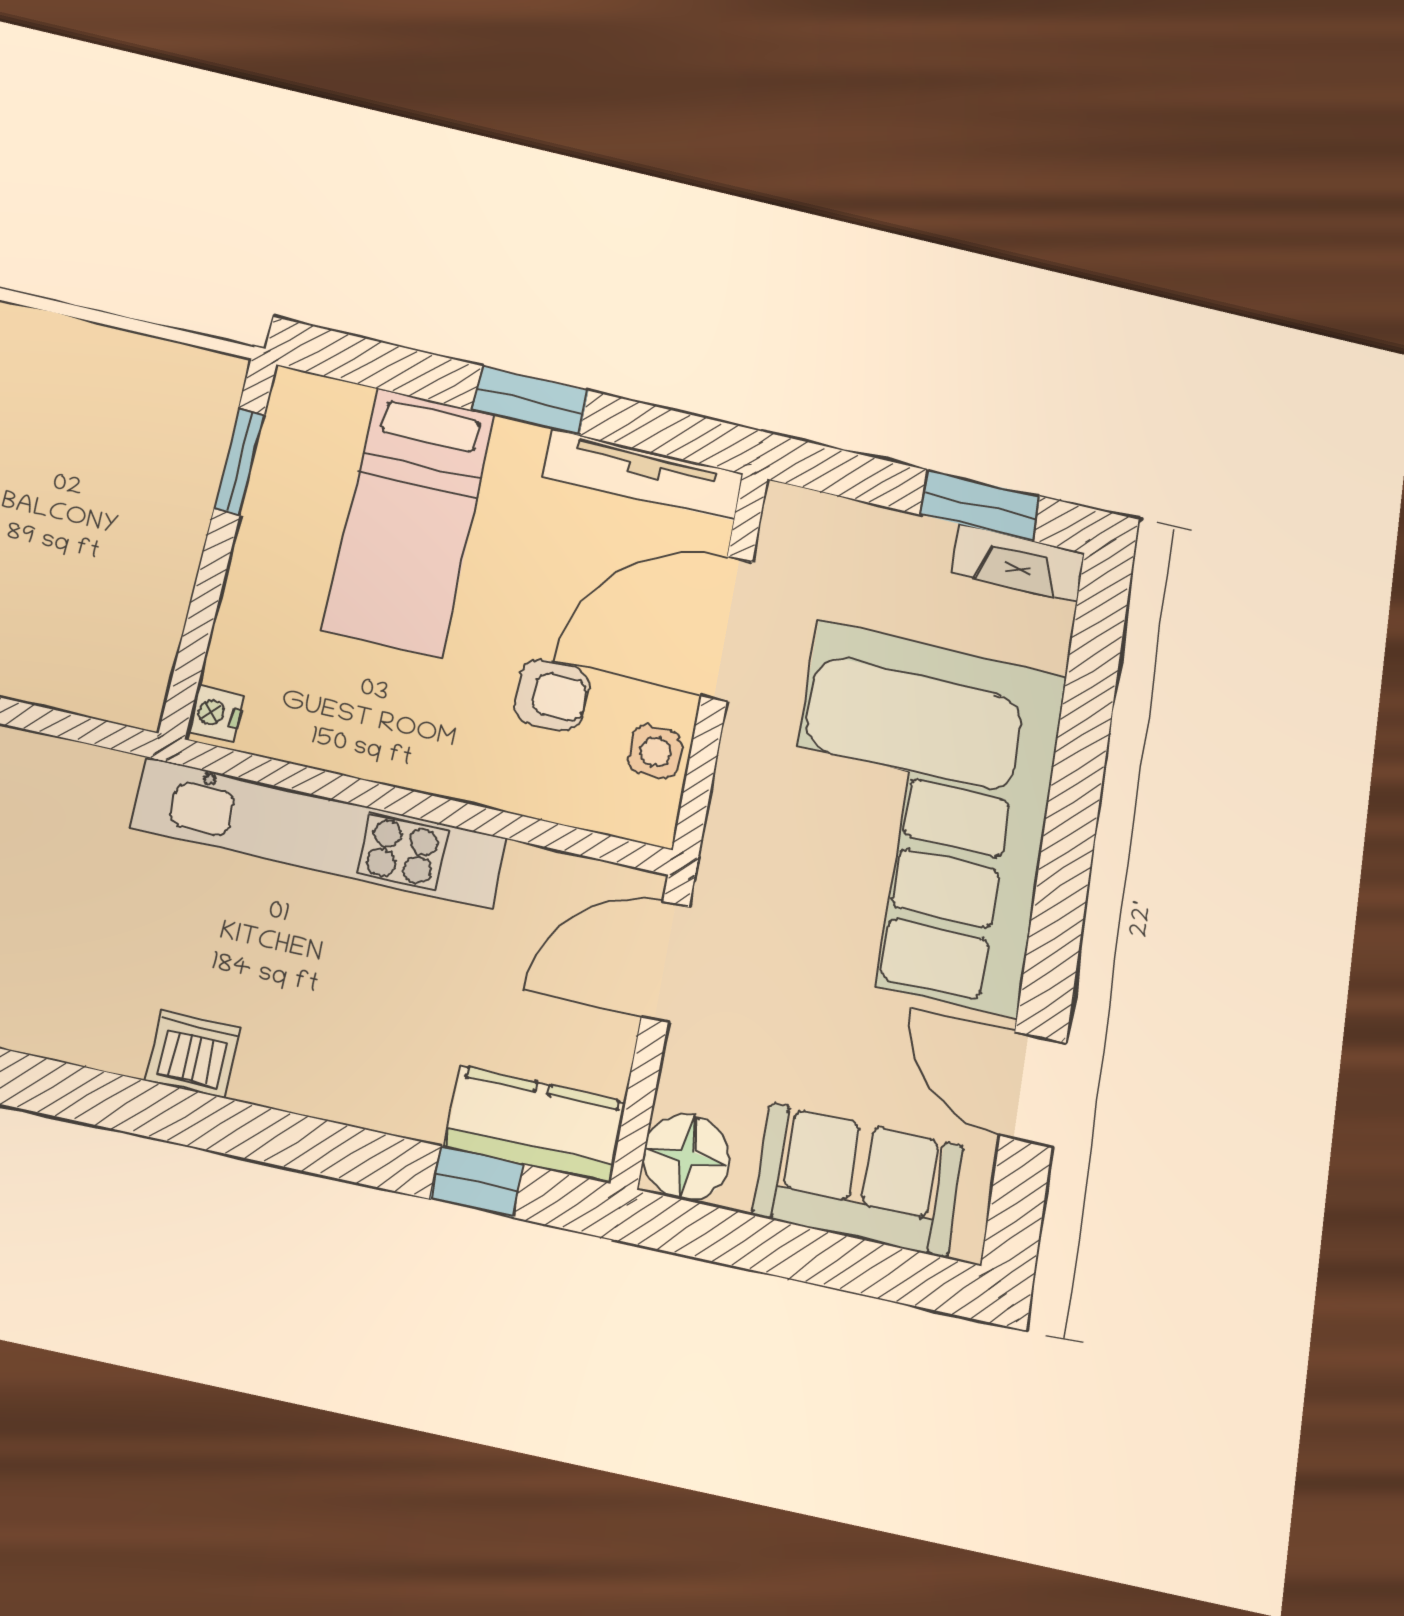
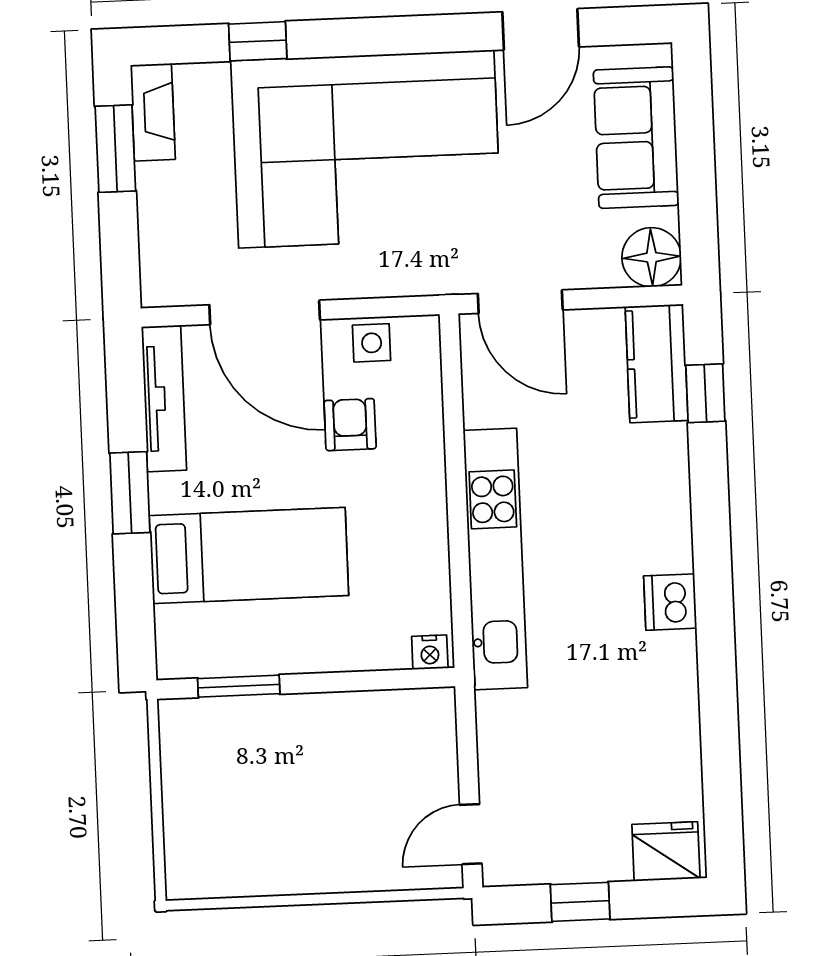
window: (1086, 717) -> (258, 41), added

